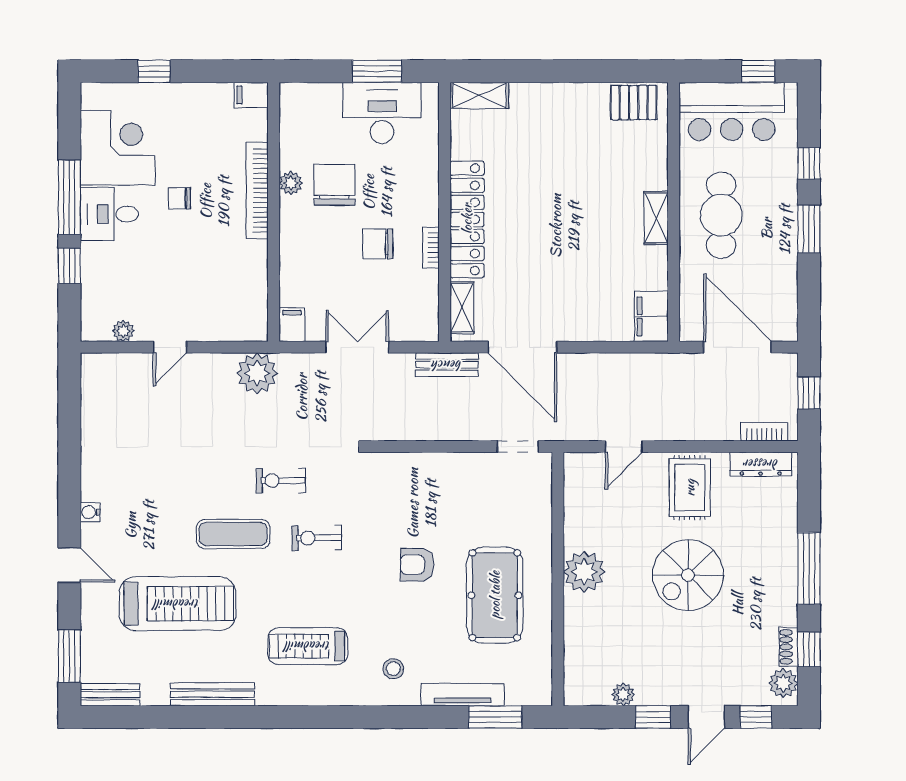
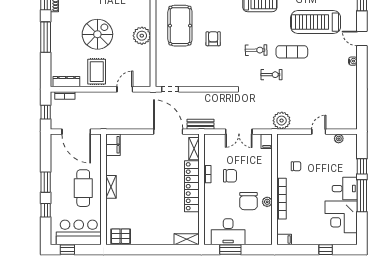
chair: (180, 198) -> (296, 166), moved
armchair: (417, 565) -> (213, 39), turned -90

